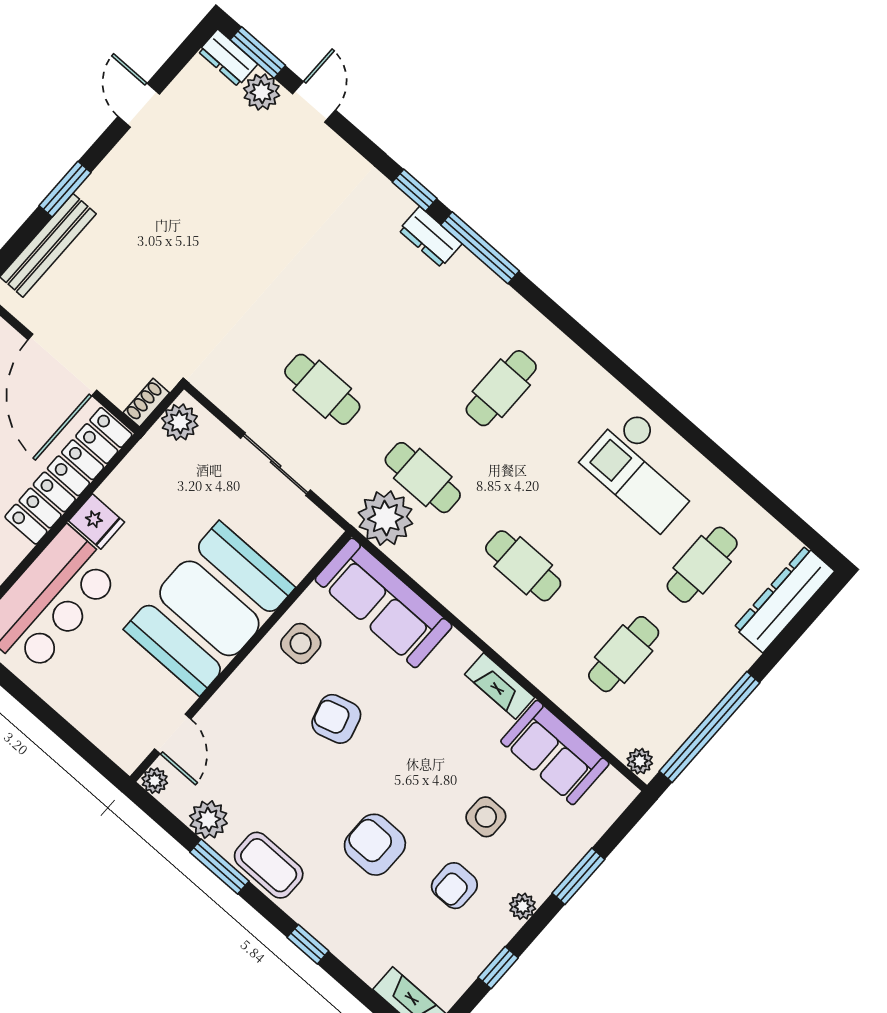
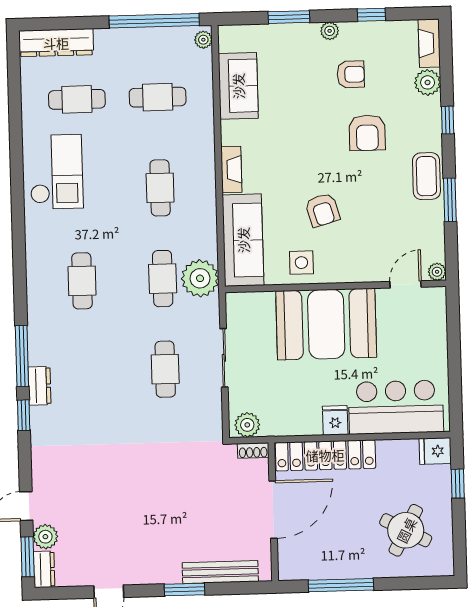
cafe table: (501, 388) -> (82, 281), turned 90
fireplace: (500, 686) -> (231, 170), moved
side table: (486, 817) -> (302, 90), removed
plant: (208, 820) -> (428, 82), moved

